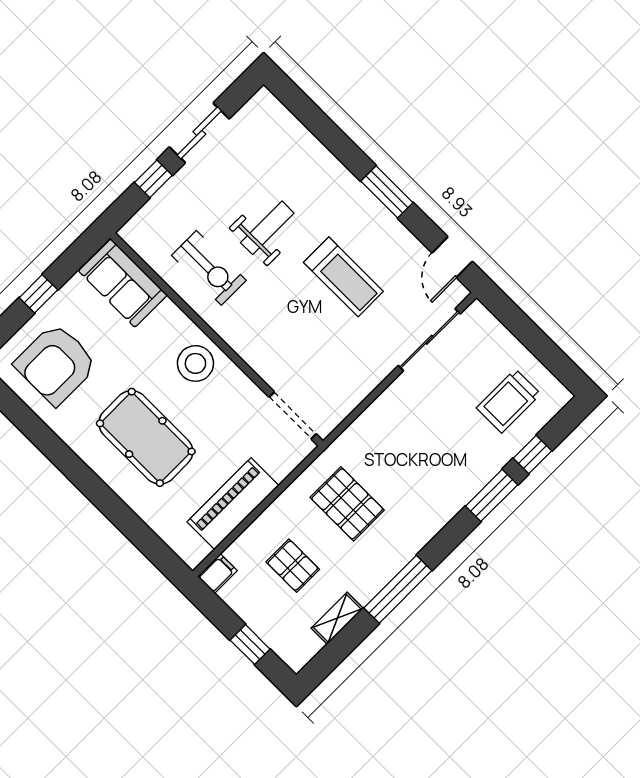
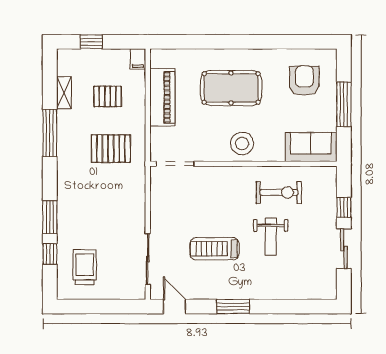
exercise bike: (209, 268) -> (279, 192), turned 180
window: (38, 294) -> (344, 104), width x2.17
armchair: (56, 364) -> (304, 81), width x0.73, depth x0.73

